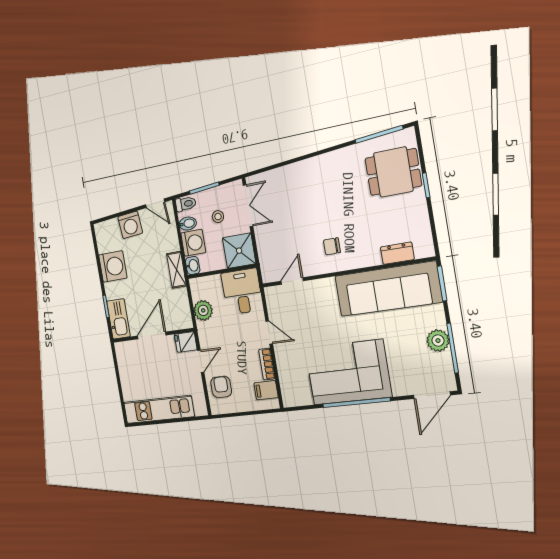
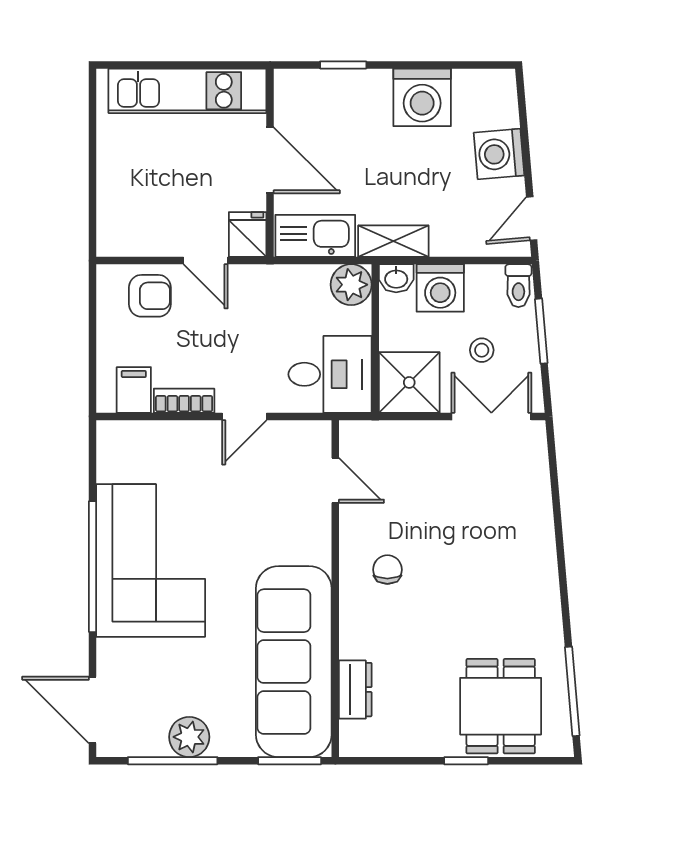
double door: (248, 206) -> (491, 416), swing flipped
bidet: (188, 223) -> (480, 283), removed
plant: (203, 310) -> (351, 285), moved
kitchen sink: (118, 319) -> (315, 236), moved, turned 180
kitchen unit: (159, 409) -> (187, 91), moved, turned 90

